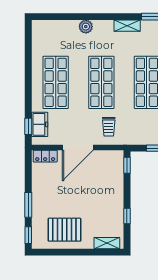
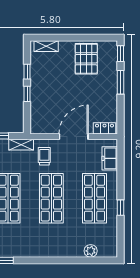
shelving: (127, 26) -> (21, 145), moved
plant: (86, 27) -> (91, 251), moved
window: (28, 126) -> (120, 208), moved
window: (127, 165) -> (27, 94), moved
pallet: (64, 230) -> (86, 59), turned 90

